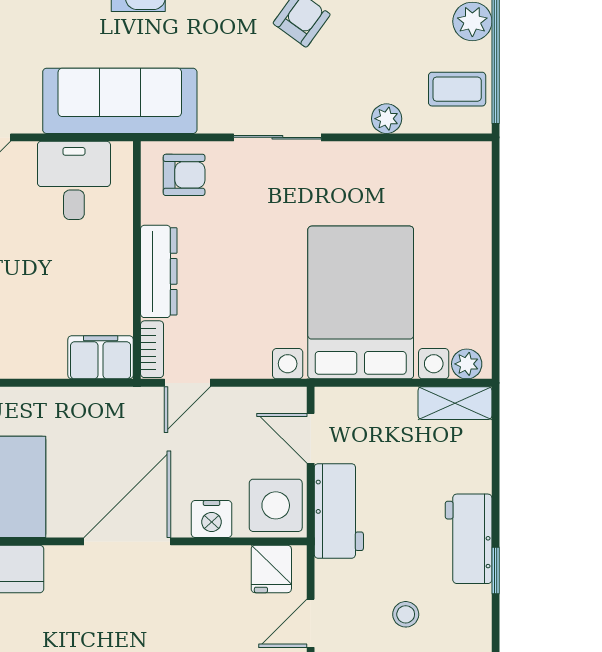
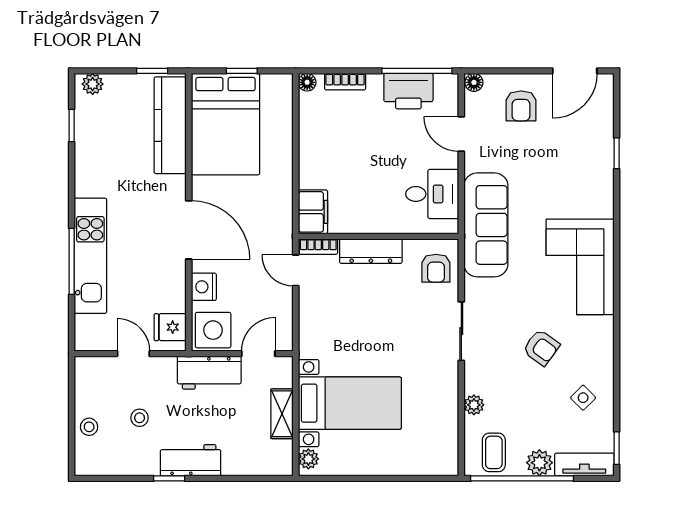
bed with nightstands: (361, 302) -> (350, 403), width x0.73
shelving: (455, 403) -> (282, 414), moved

